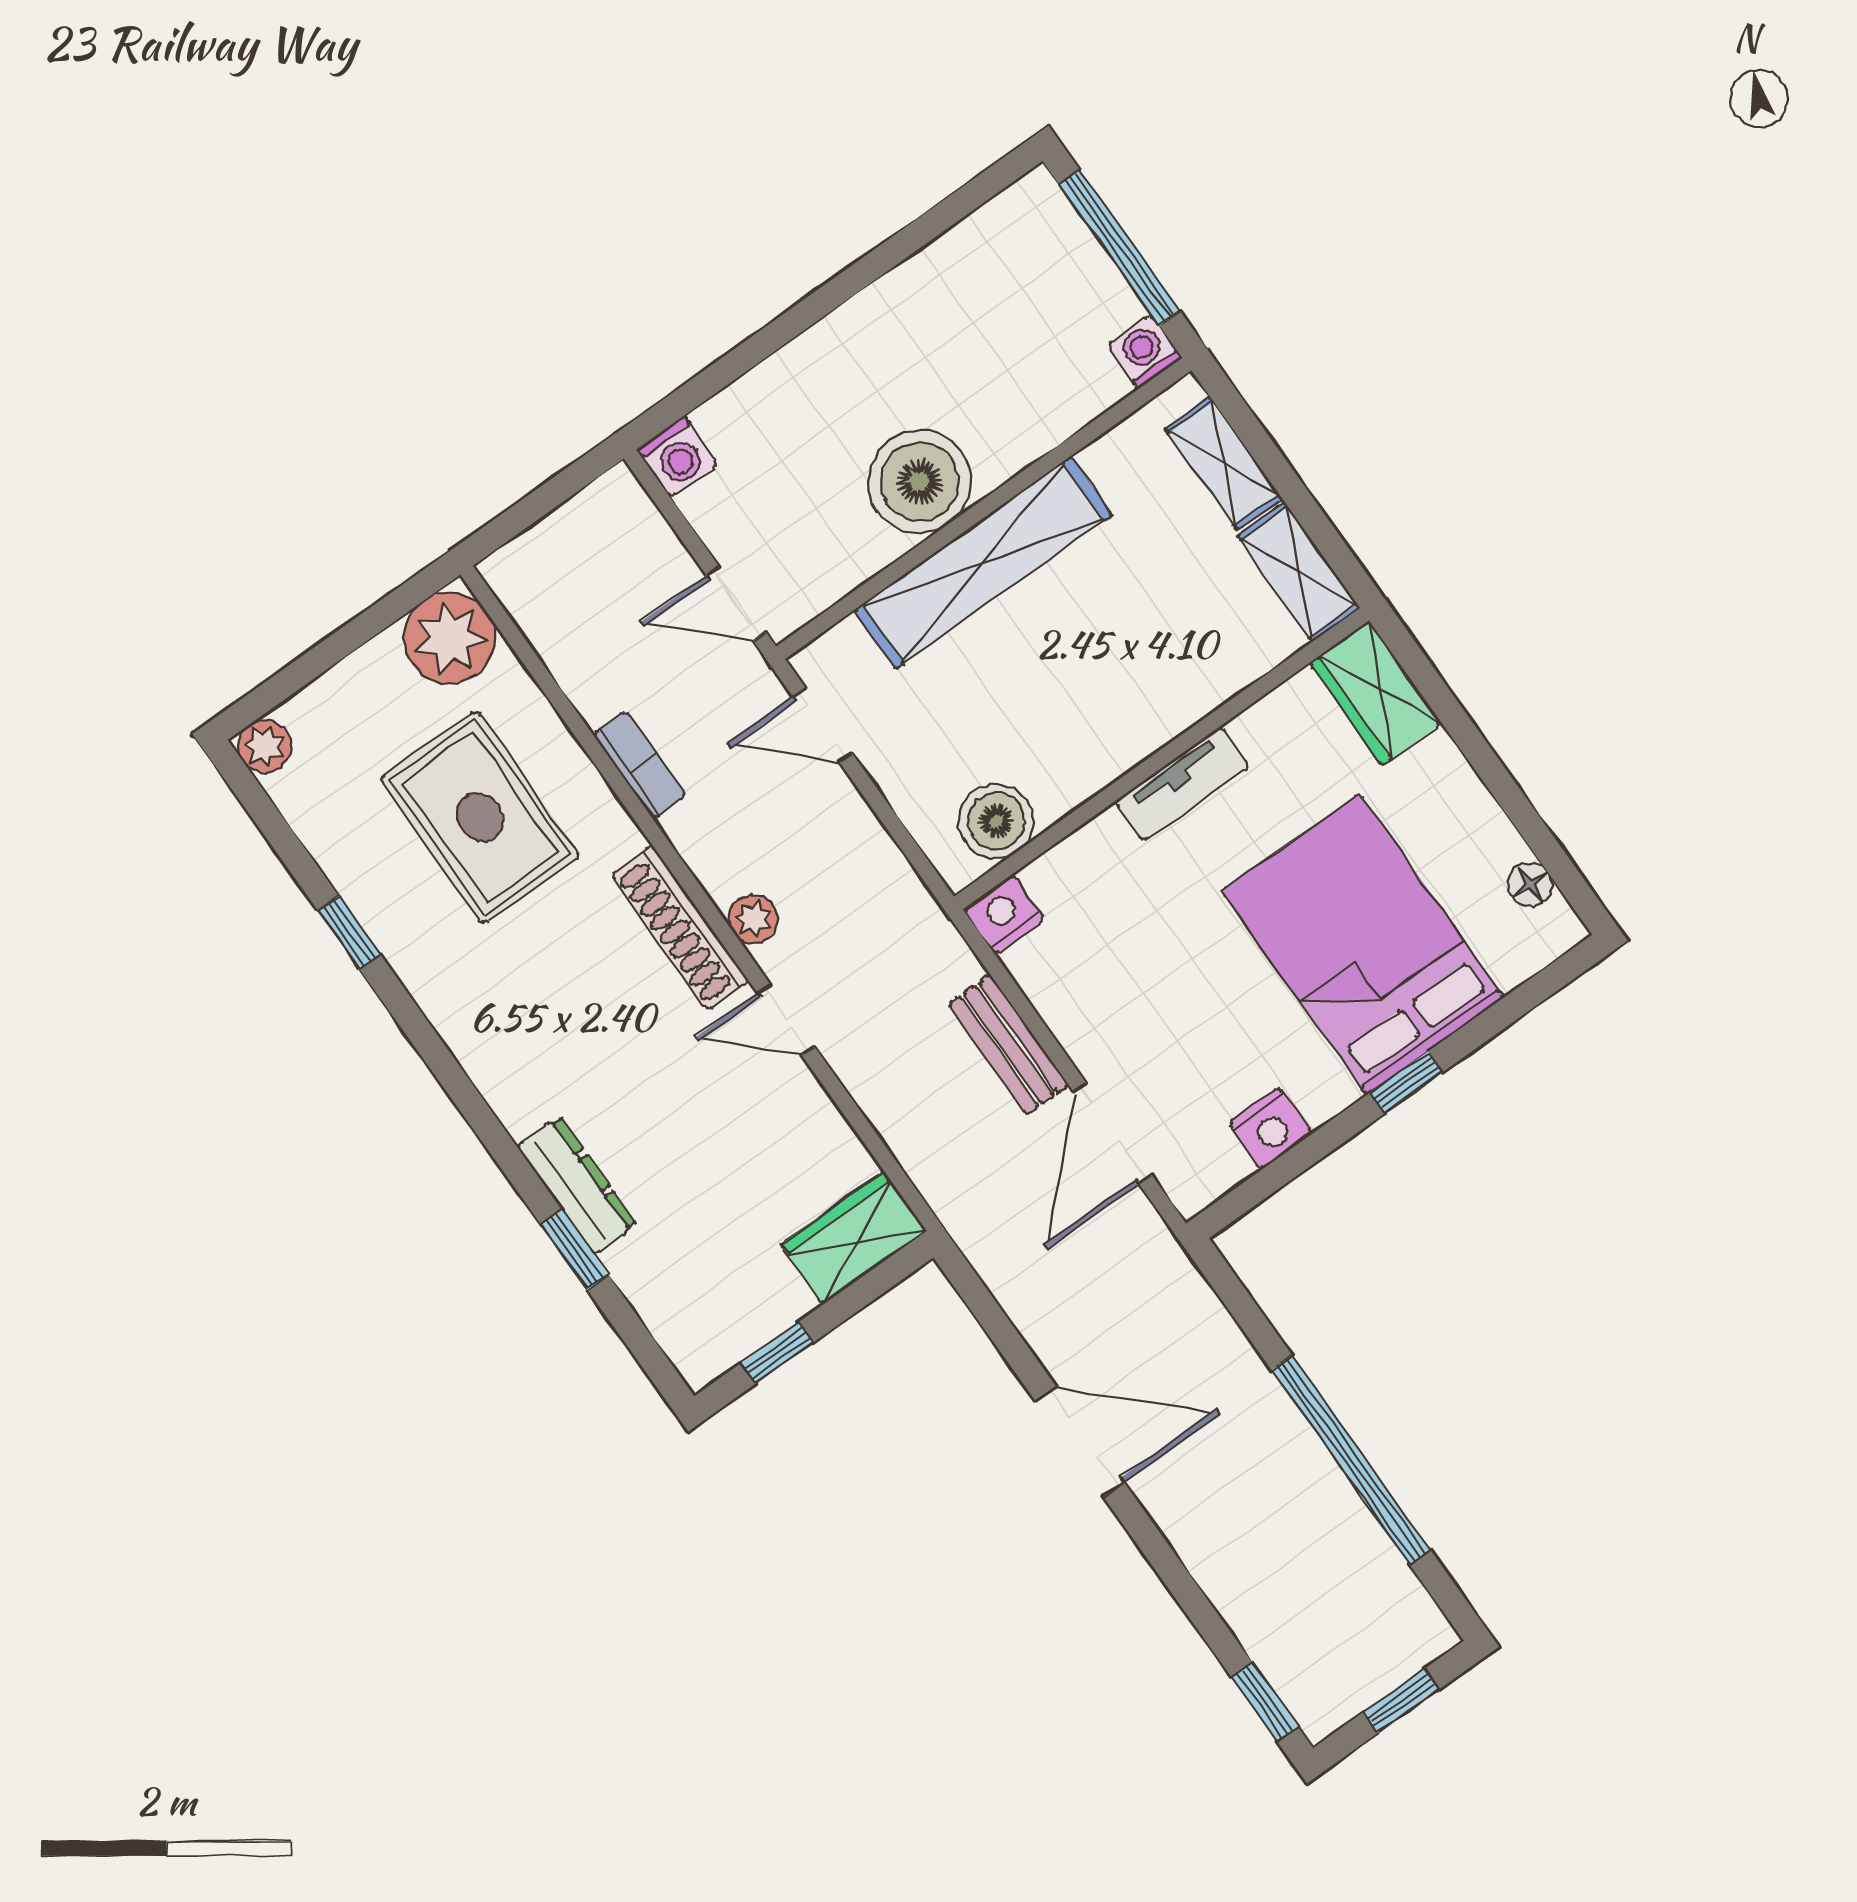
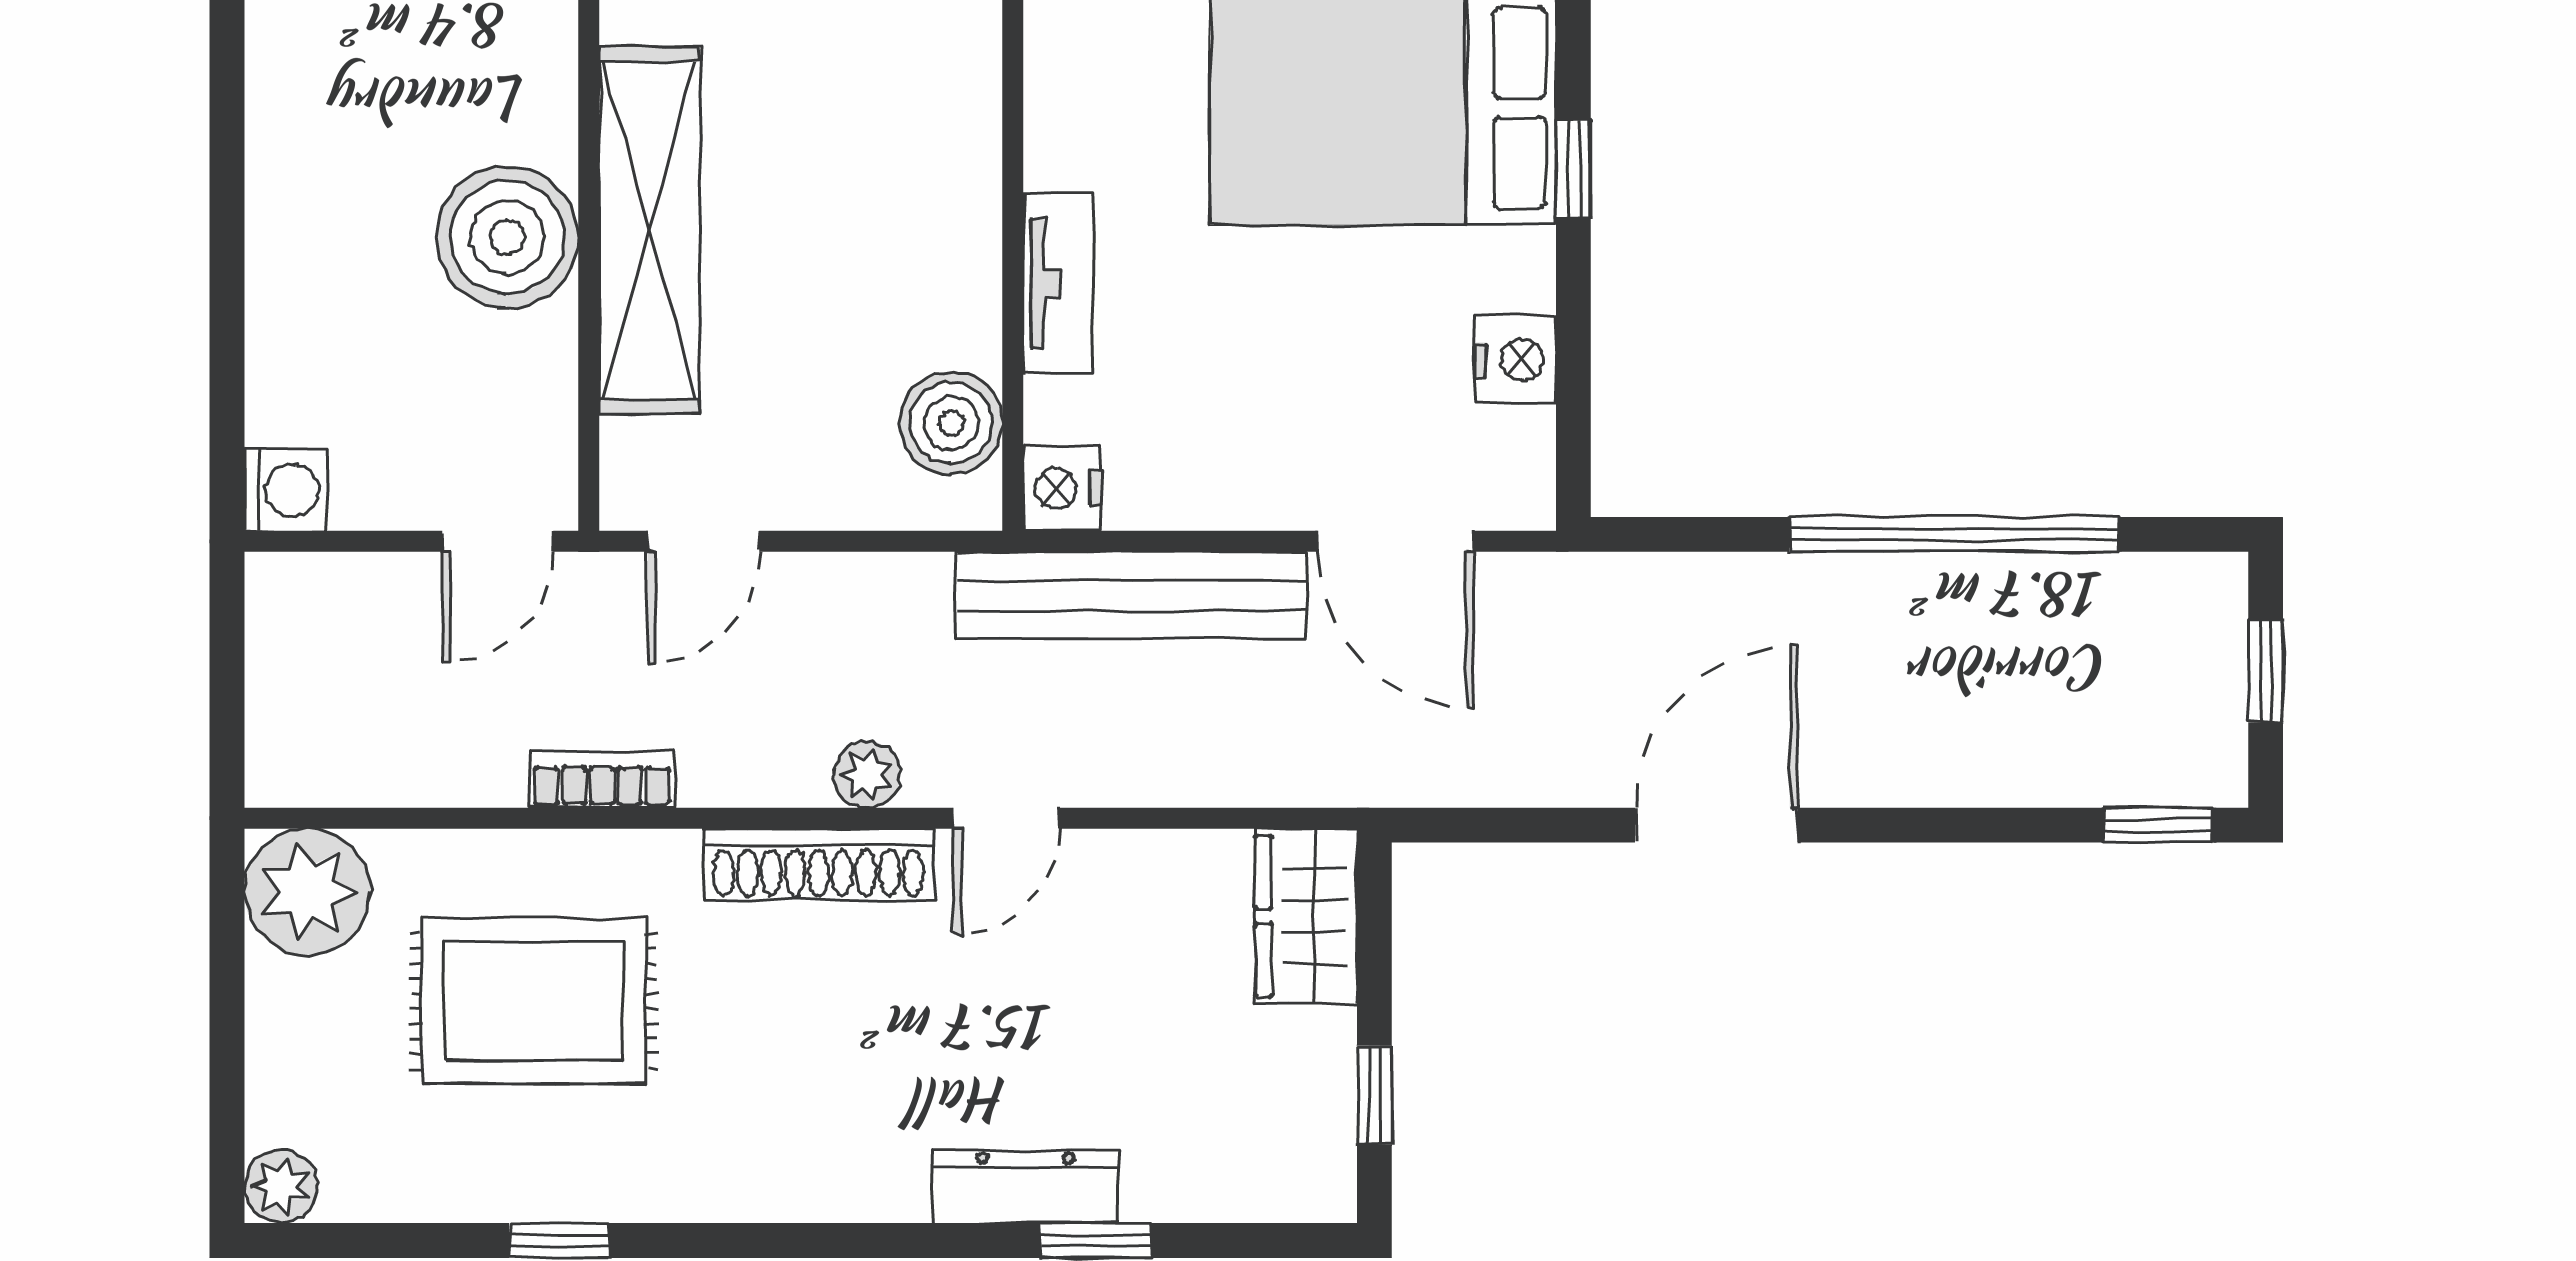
tv unit: (1182, 784) -> (1058, 284), moved
bench: (1008, 1045) -> (1131, 595), width x1.86, depth x1.21

